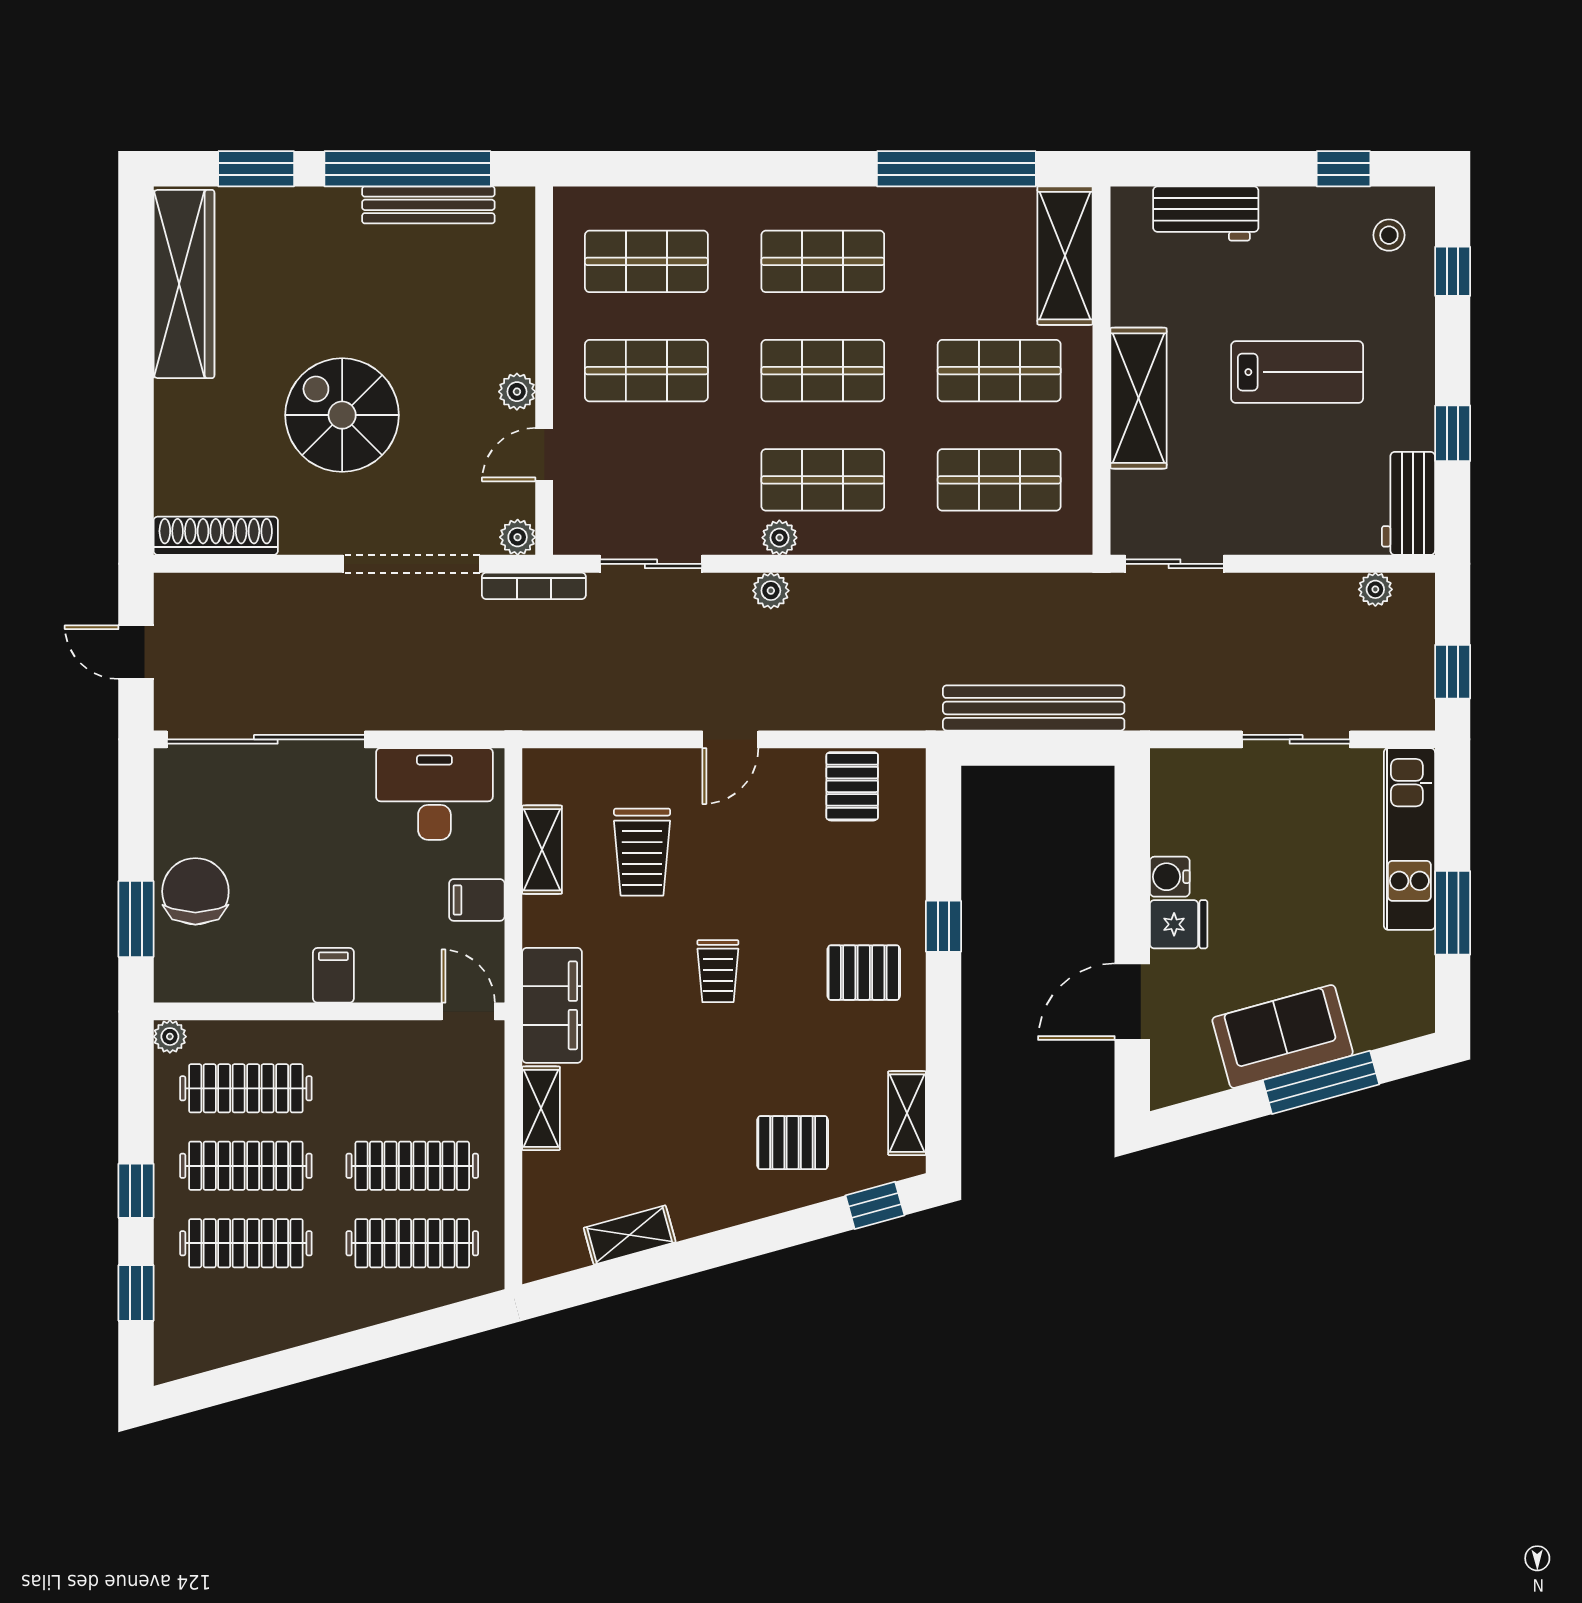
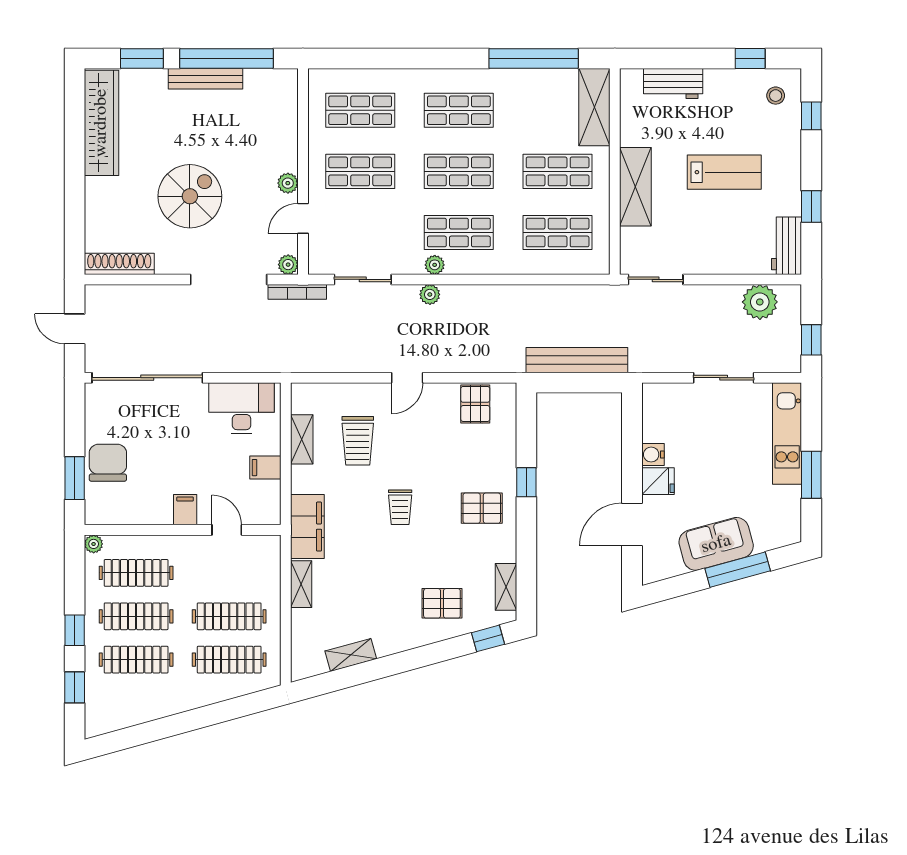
bench: (428, 205) -> (205, 79), moved
spiral stairs: (342, 415) -> (190, 196), turned 90
plant: (1375, 589) -> (760, 302), width x1.88, depth x1.88
door: (468, 1011) -> (227, 530), moved

